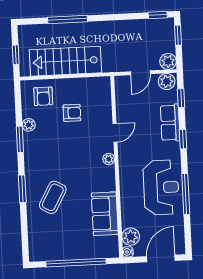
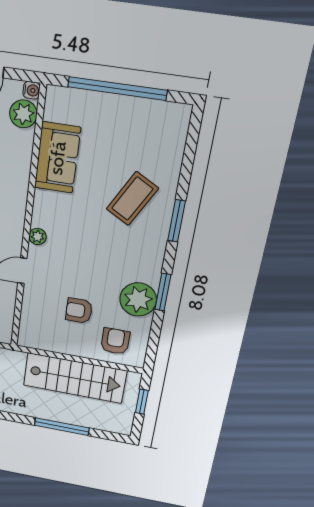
plant: (29, 125) -> (138, 299), width x1.87, depth x1.87

